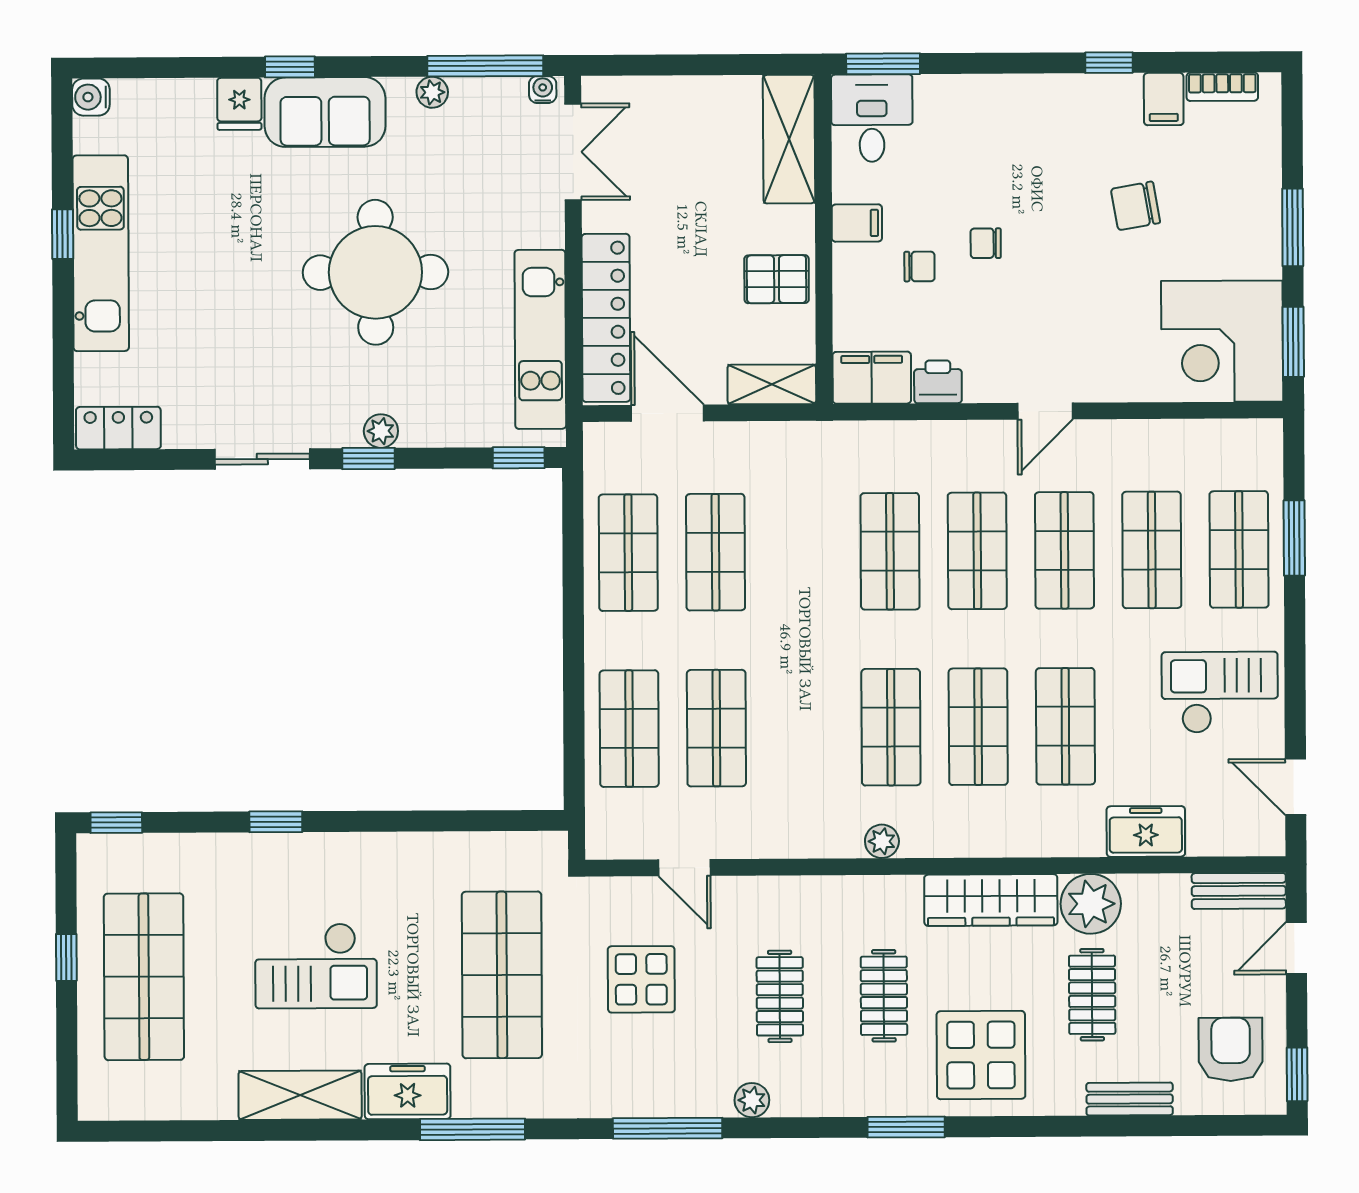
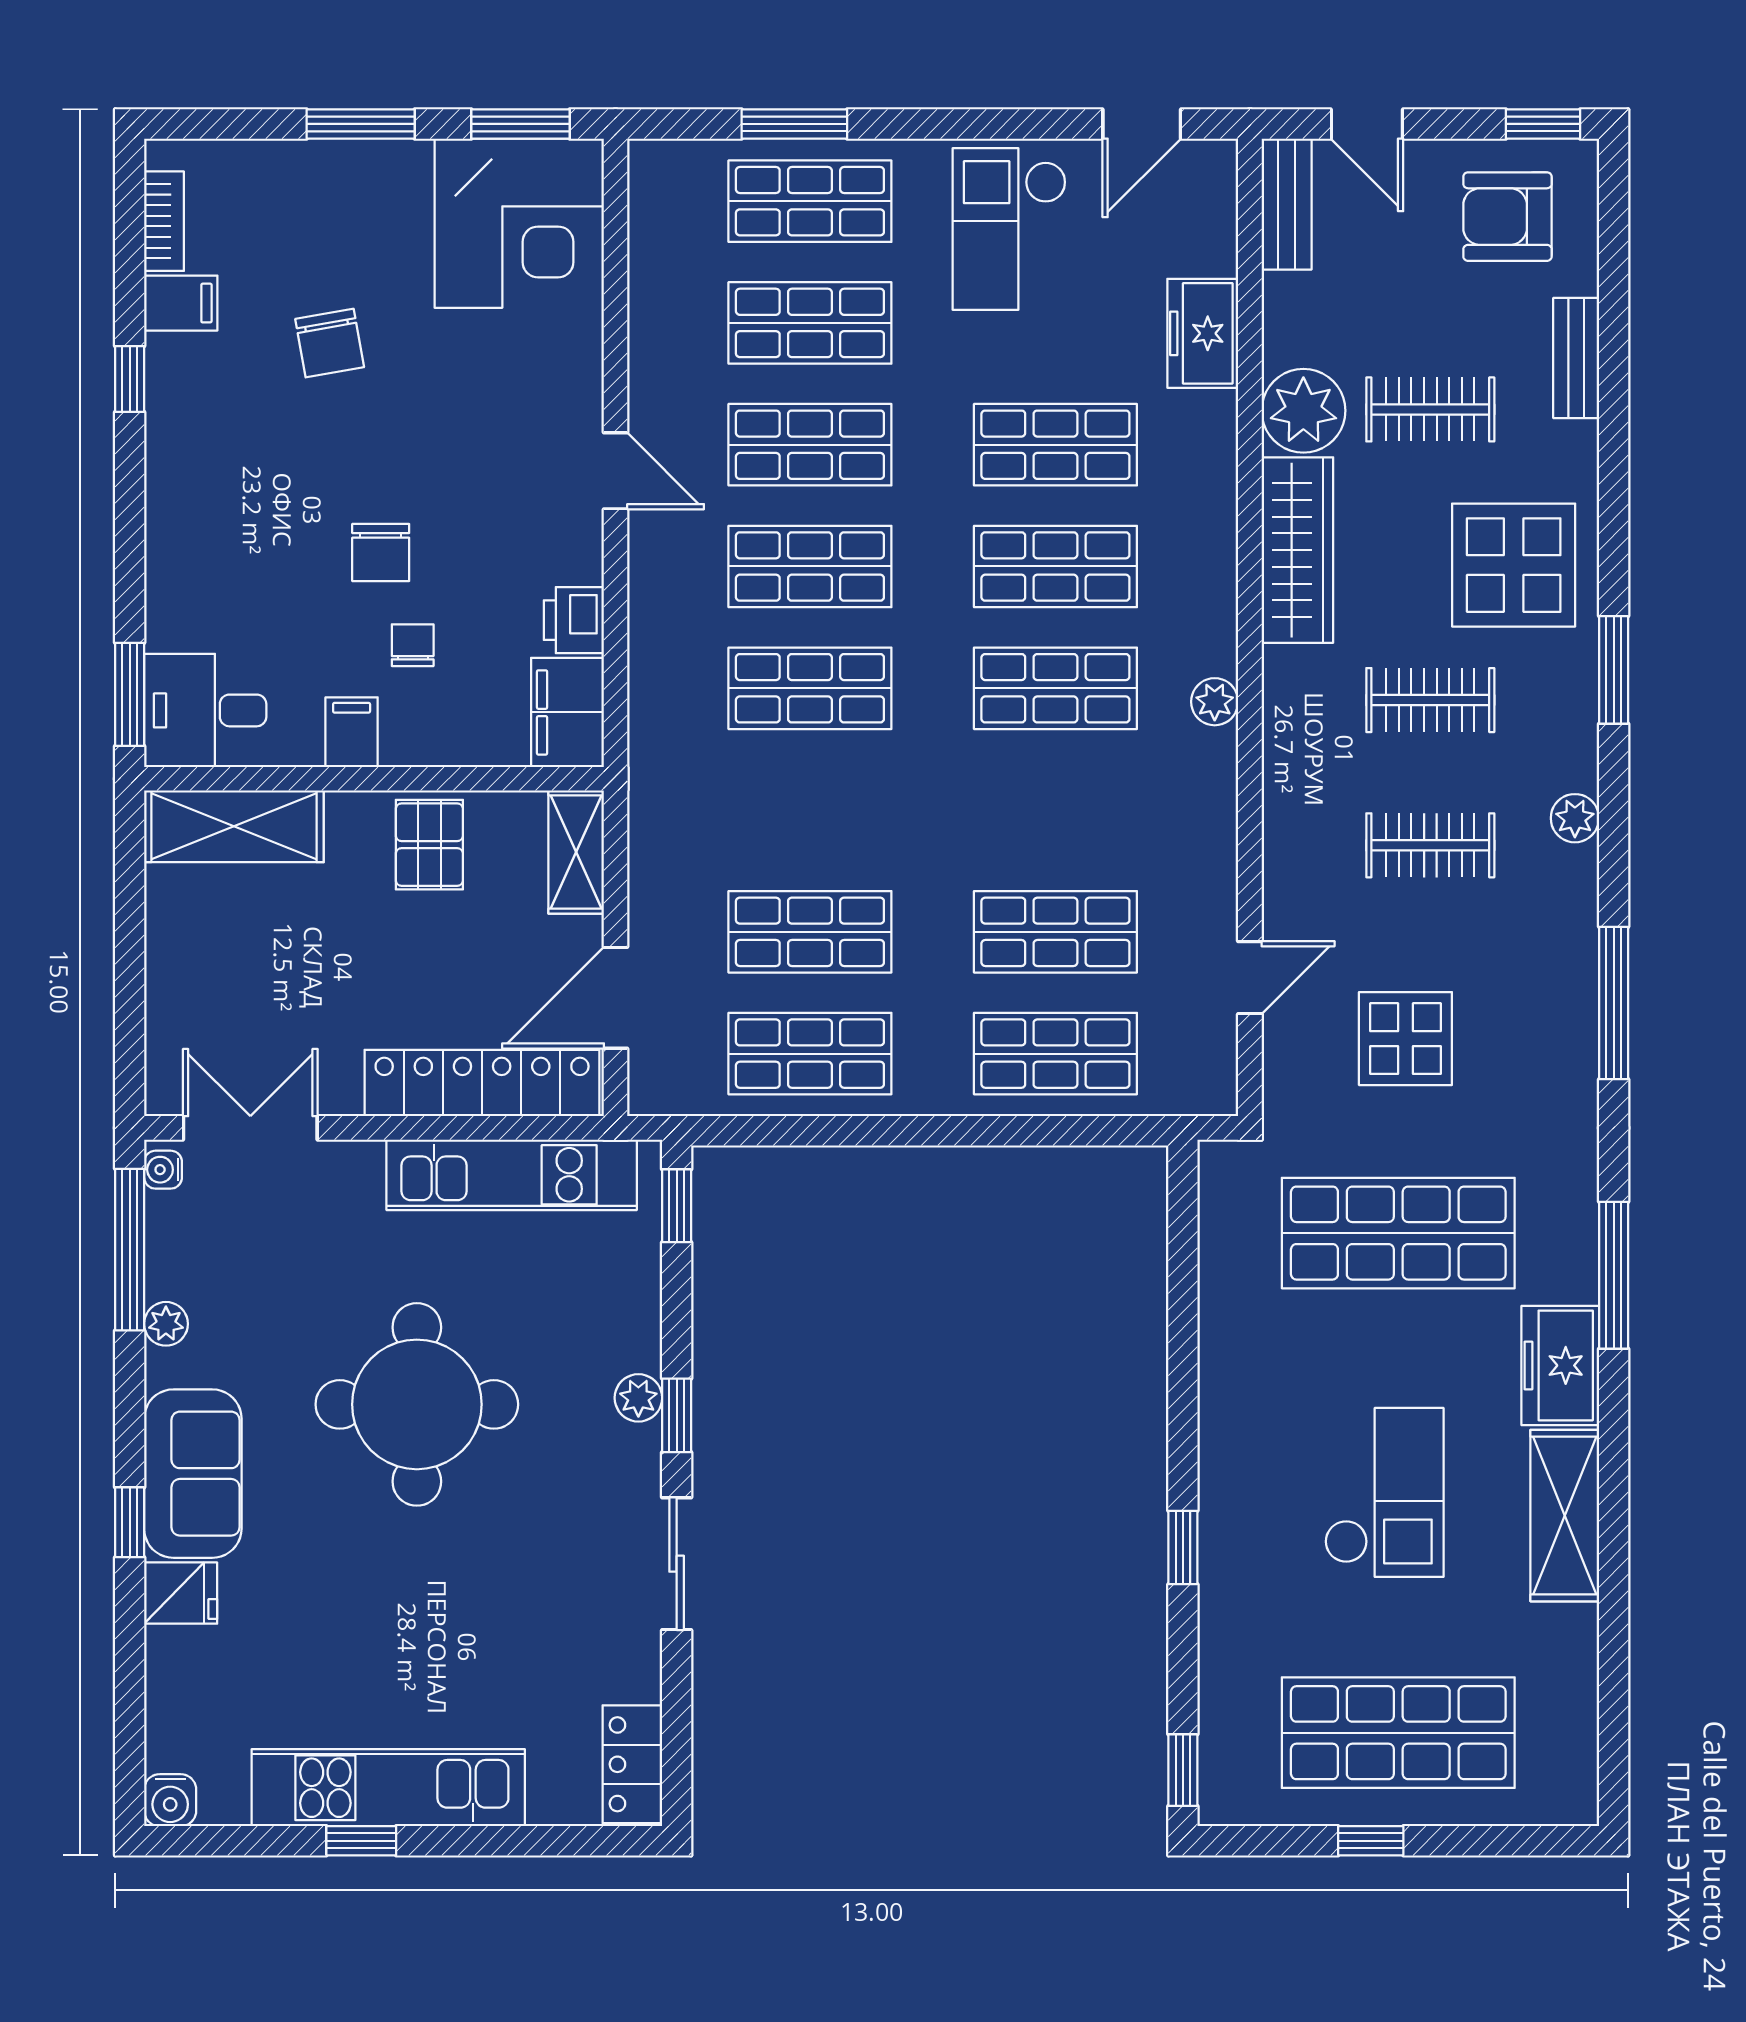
chair: (986, 243) -> (381, 552), width x1.37, depth x1.37
plant: (752, 1100) -> (1575, 818), moved

